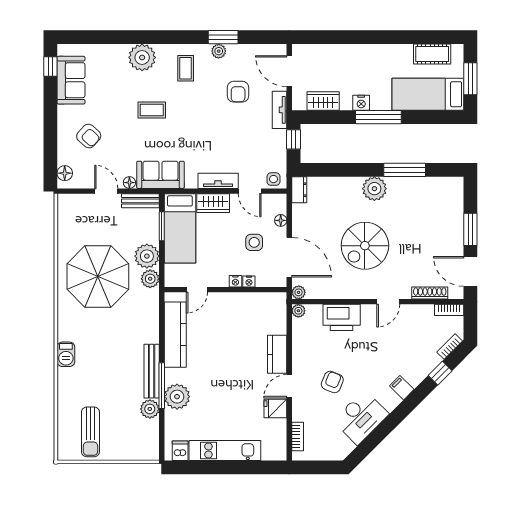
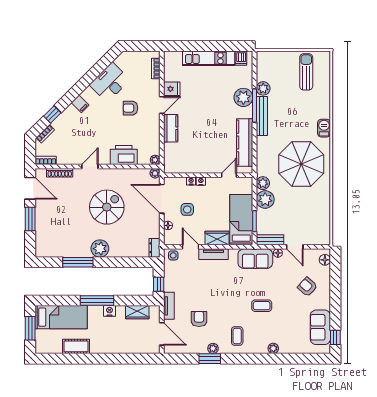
cot: (432, 54) -> (76, 346), moved
plant: (142, 57) -> (273, 348), width x0.53, depth x0.53
parasol: (98, 277) -> (301, 164), moved
armchair: (332, 382) -> (131, 108), turned 68

